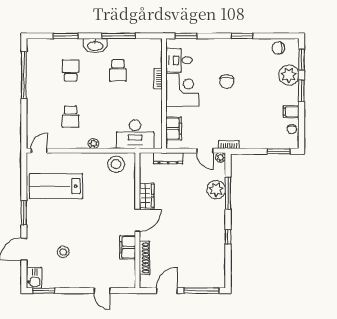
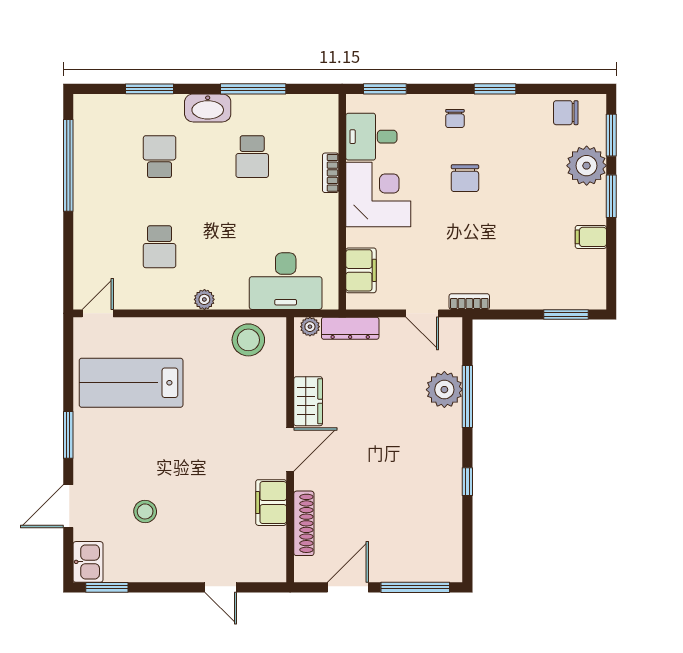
chair: (292, 129) -> (455, 119), moved
plant: (221, 157) -> (310, 327), moved

